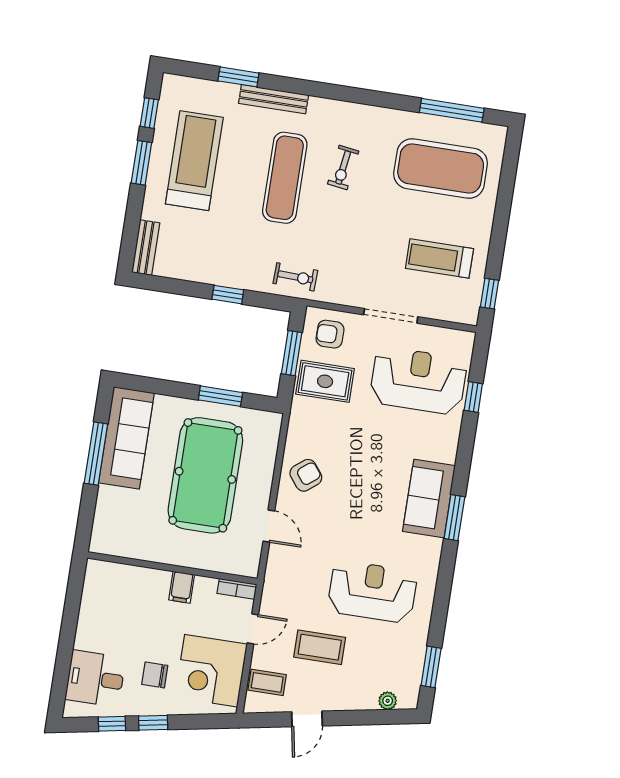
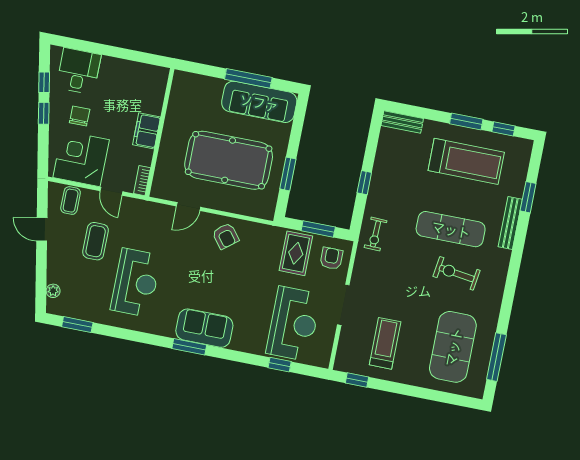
exercise bike: (343, 167) -> (457, 273), width x1.38, depth x1.39
filing cabinet: (182, 587) -> (147, 131), width x2.00

